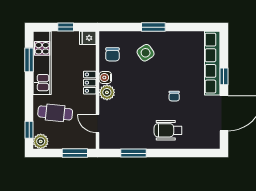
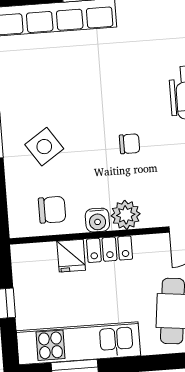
fridge: (88, 38) -> (71, 256), moved
chair: (174, 96) -> (130, 144), moved

